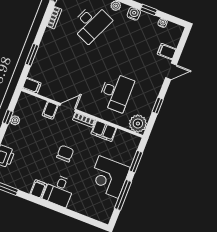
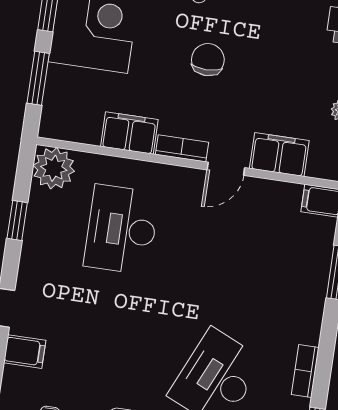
filing cabinet: (50, 110) -> (279, 155), width x2.00
chair: (65, 154) -> (208, 60), turned 180

